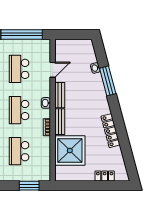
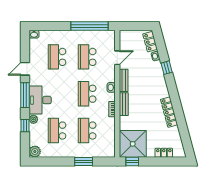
locker: (89, 52) -> (150, 42), added
window: (108, 81) -> (167, 68), width x0.46
shower: (70, 151) -> (133, 144), moved
window: (29, 186) -> (84, 161), moved
window: (69, 186) -> (132, 161), added

